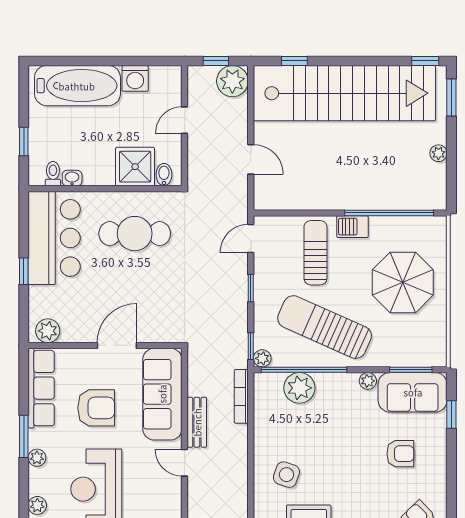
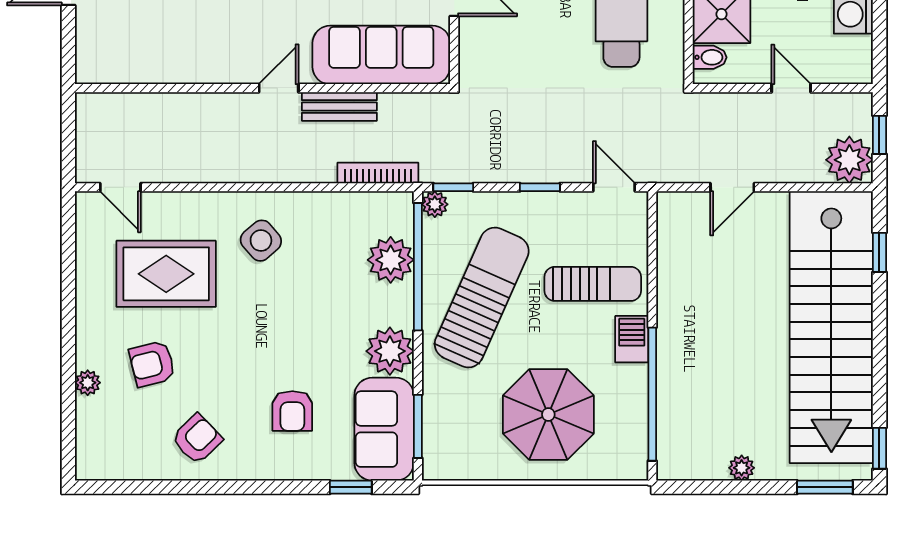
plant: (368, 381) -> (390, 351), width x1.87, depth x1.87
side table: (286, 475) -> (261, 241), turned 30

